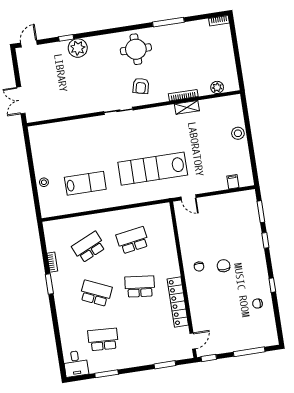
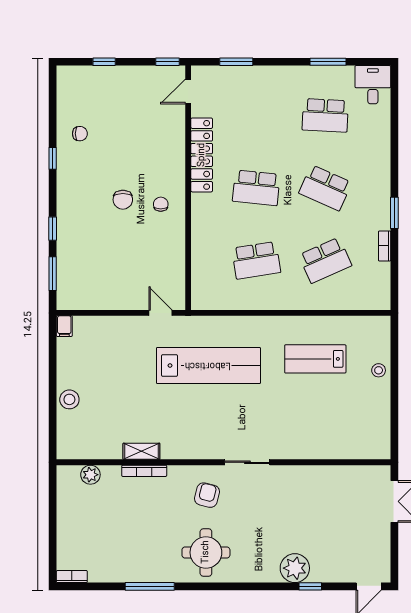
filing cabinet: (233, 182) -> (64, 326), moved
window: (249, 352) -> (104, 62), width x0.46

